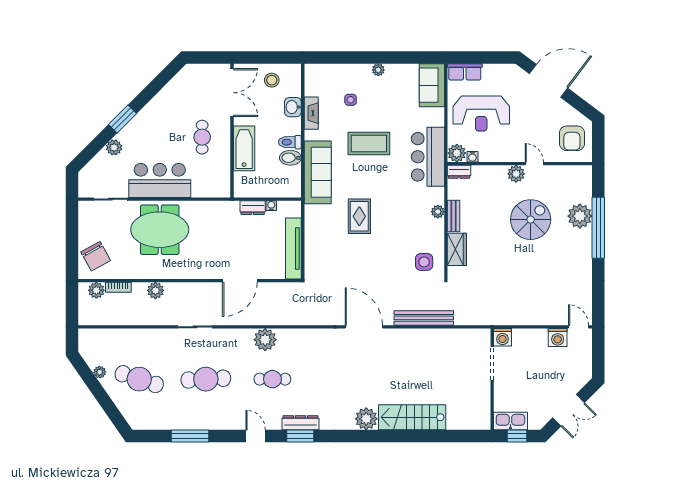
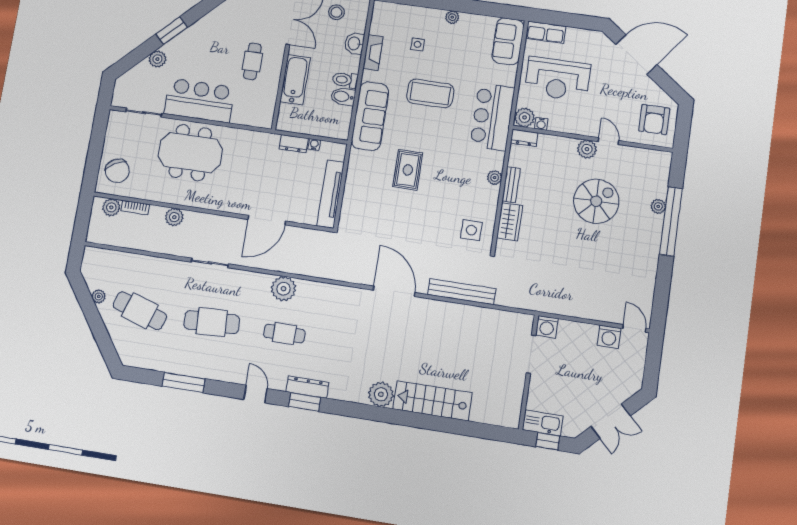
plant: (580, 216) -> (658, 206), width x0.53, depth x0.53

